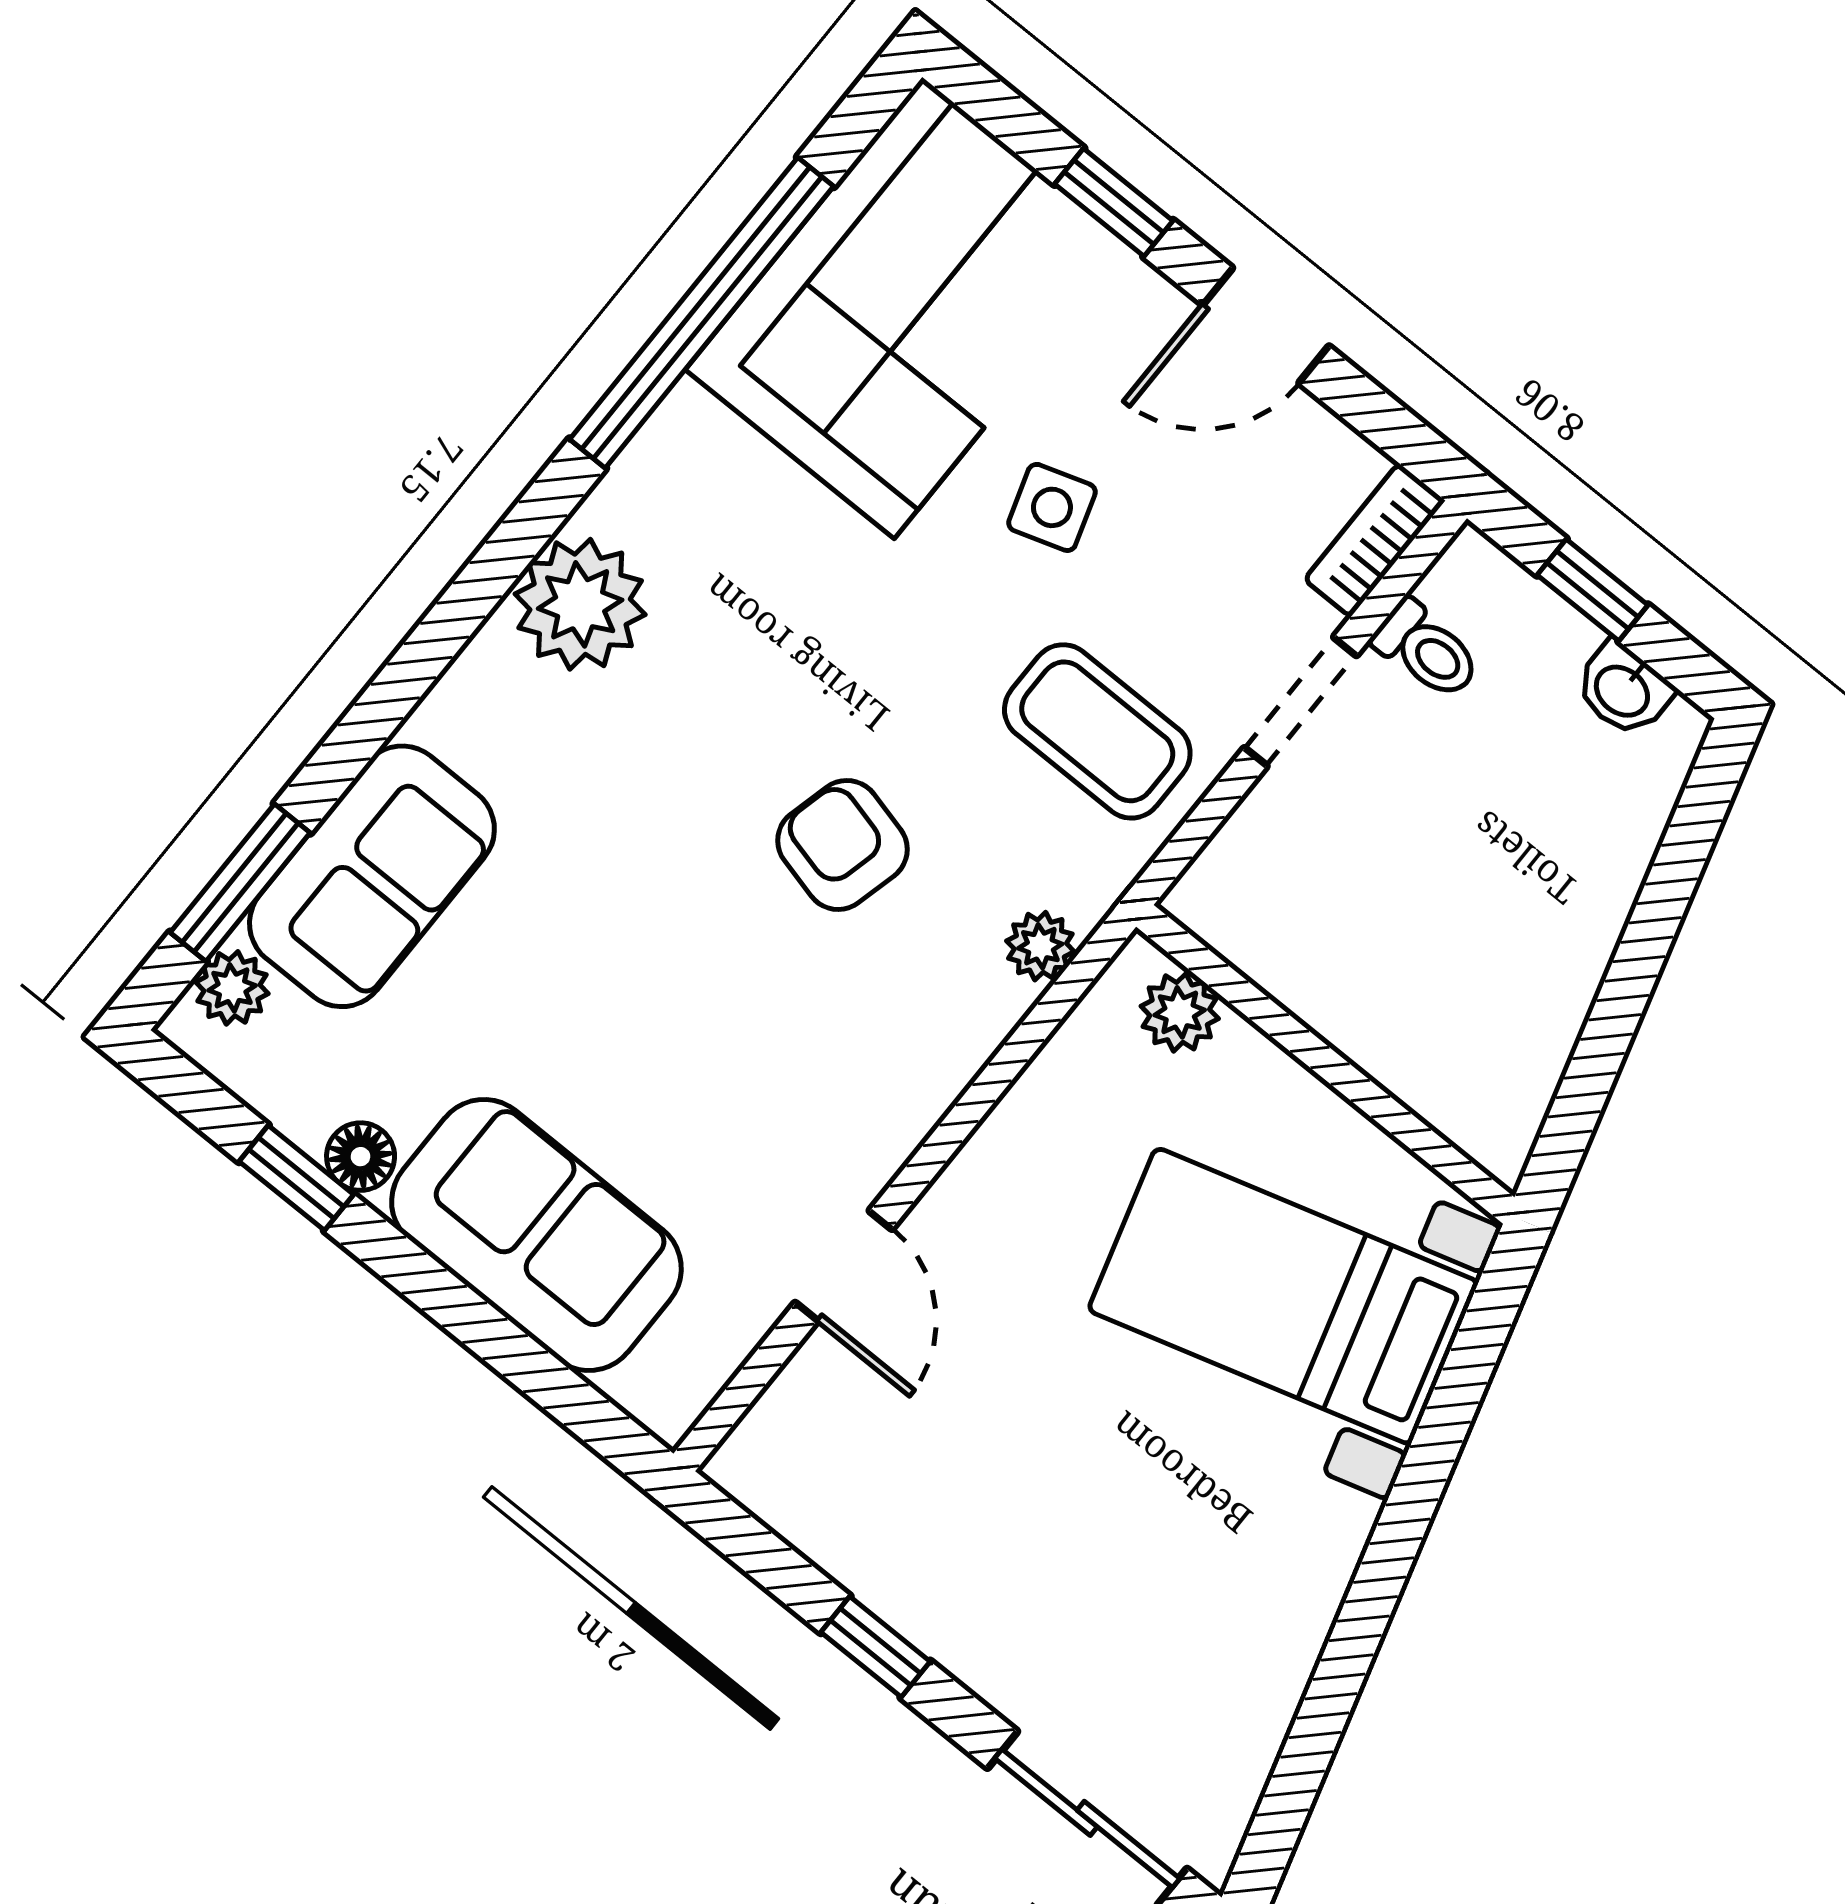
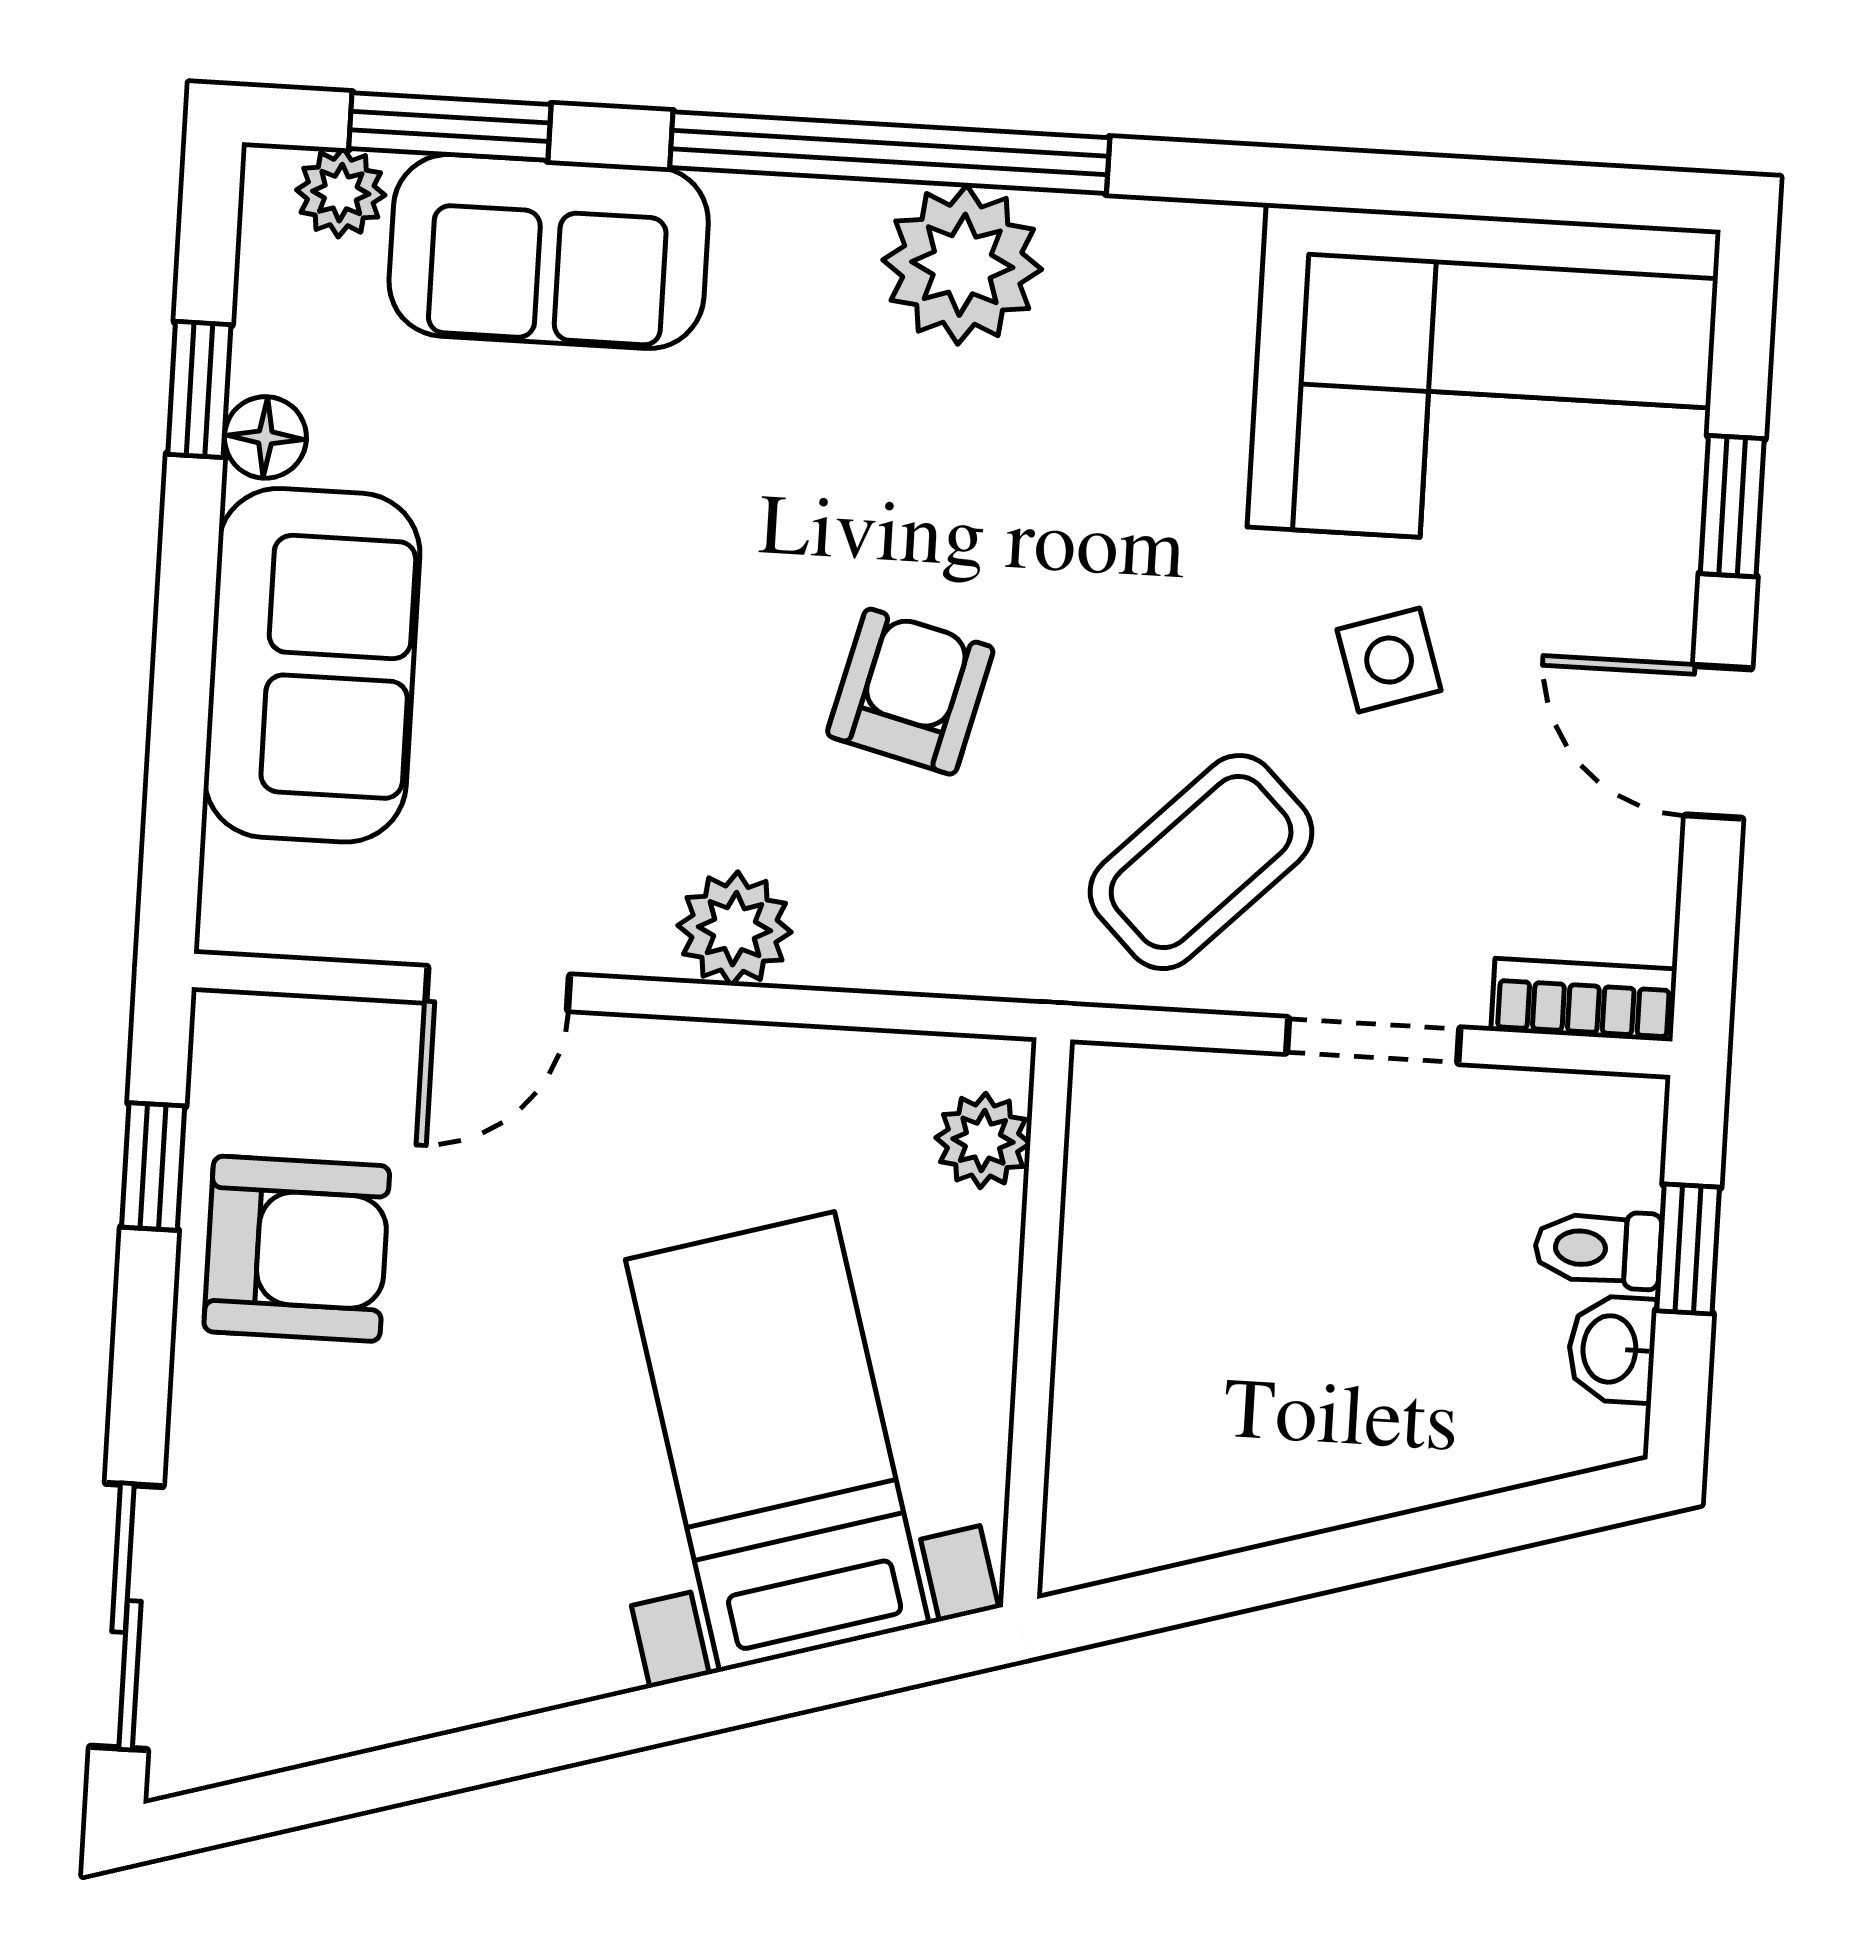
window: (702, 313) -> (890, 153), moved
toilet: (1426, 650) -> (1598, 1249), moved, turned 90
coffee table: (1097, 731) -> (1201, 862), turned 45
plant: (1040, 946) -> (735, 929), moved, width x1.38, depth x1.38
armchair: (922, 1527) -> (297, 1249), added
window: (875, 1647) -> (153, 1167), moved

